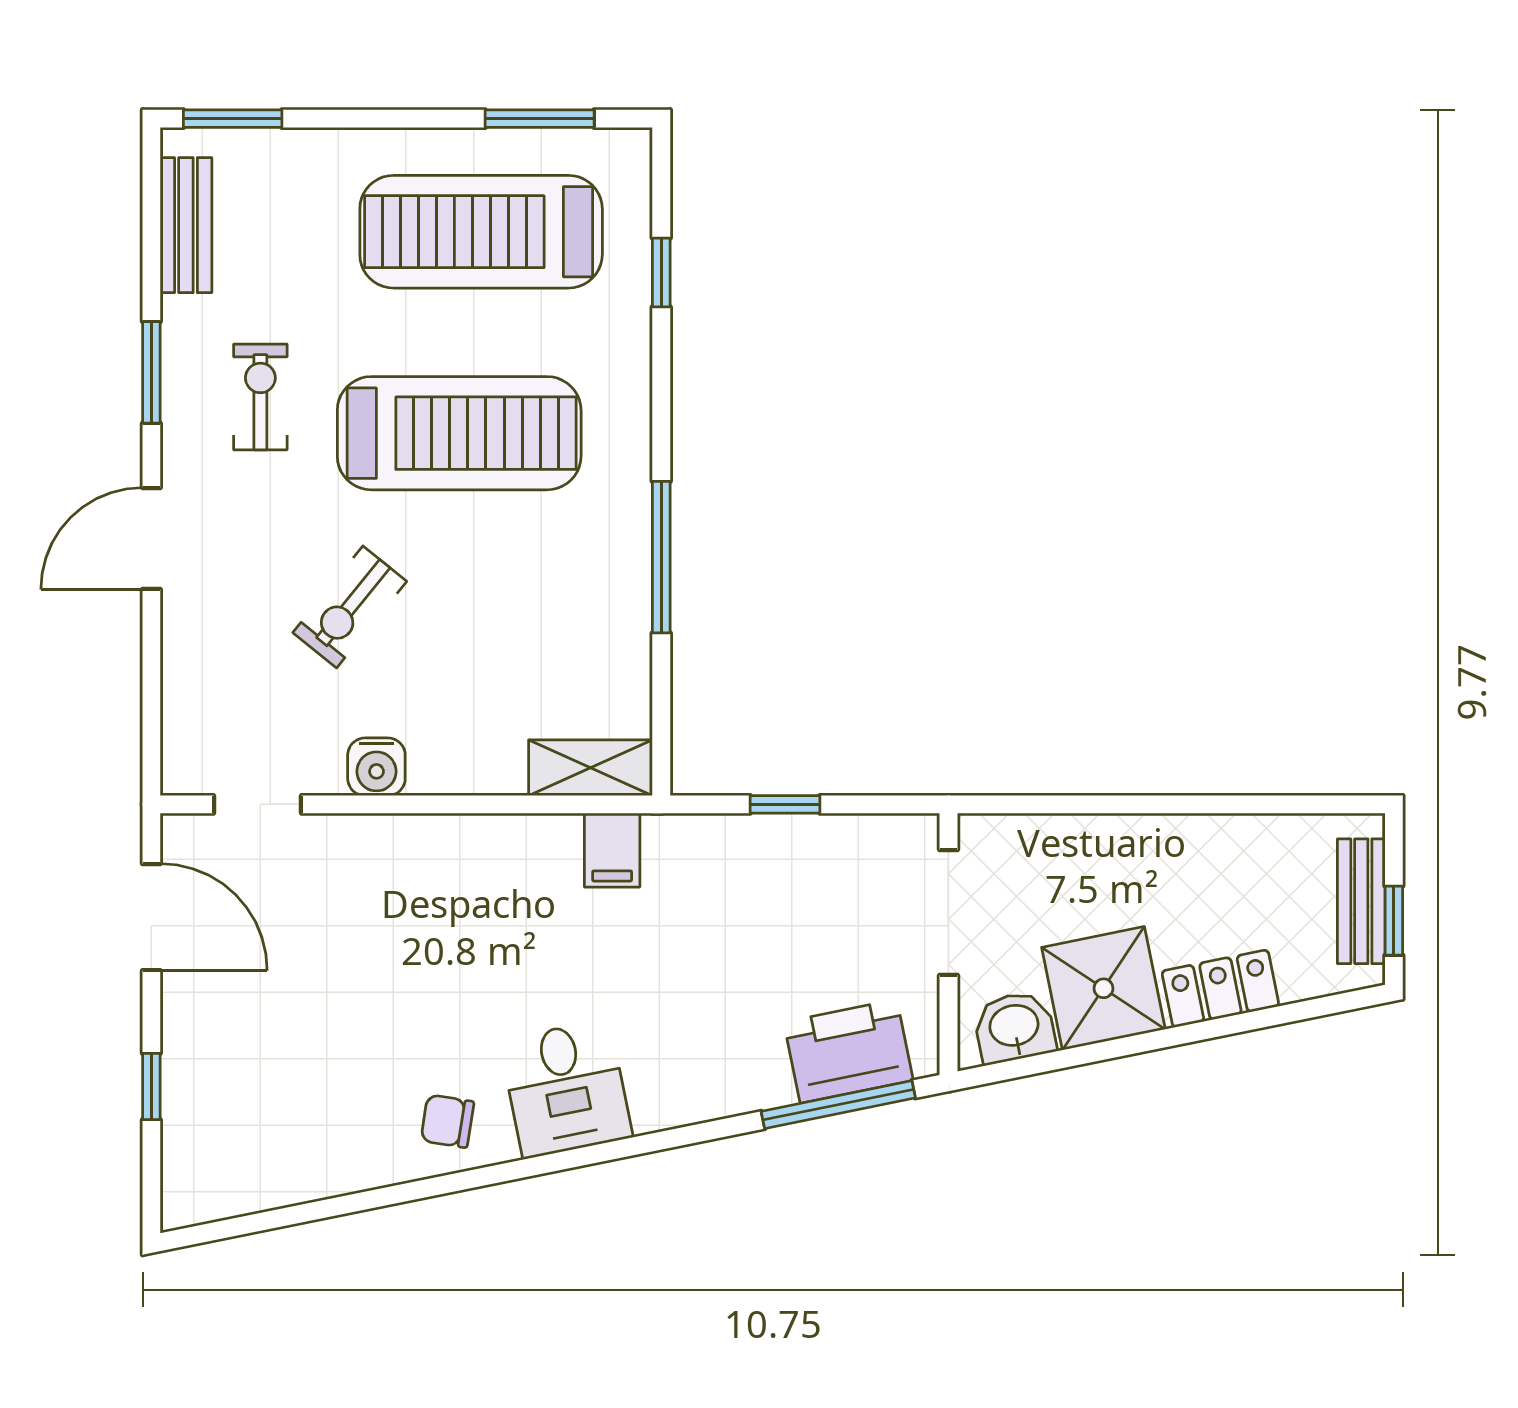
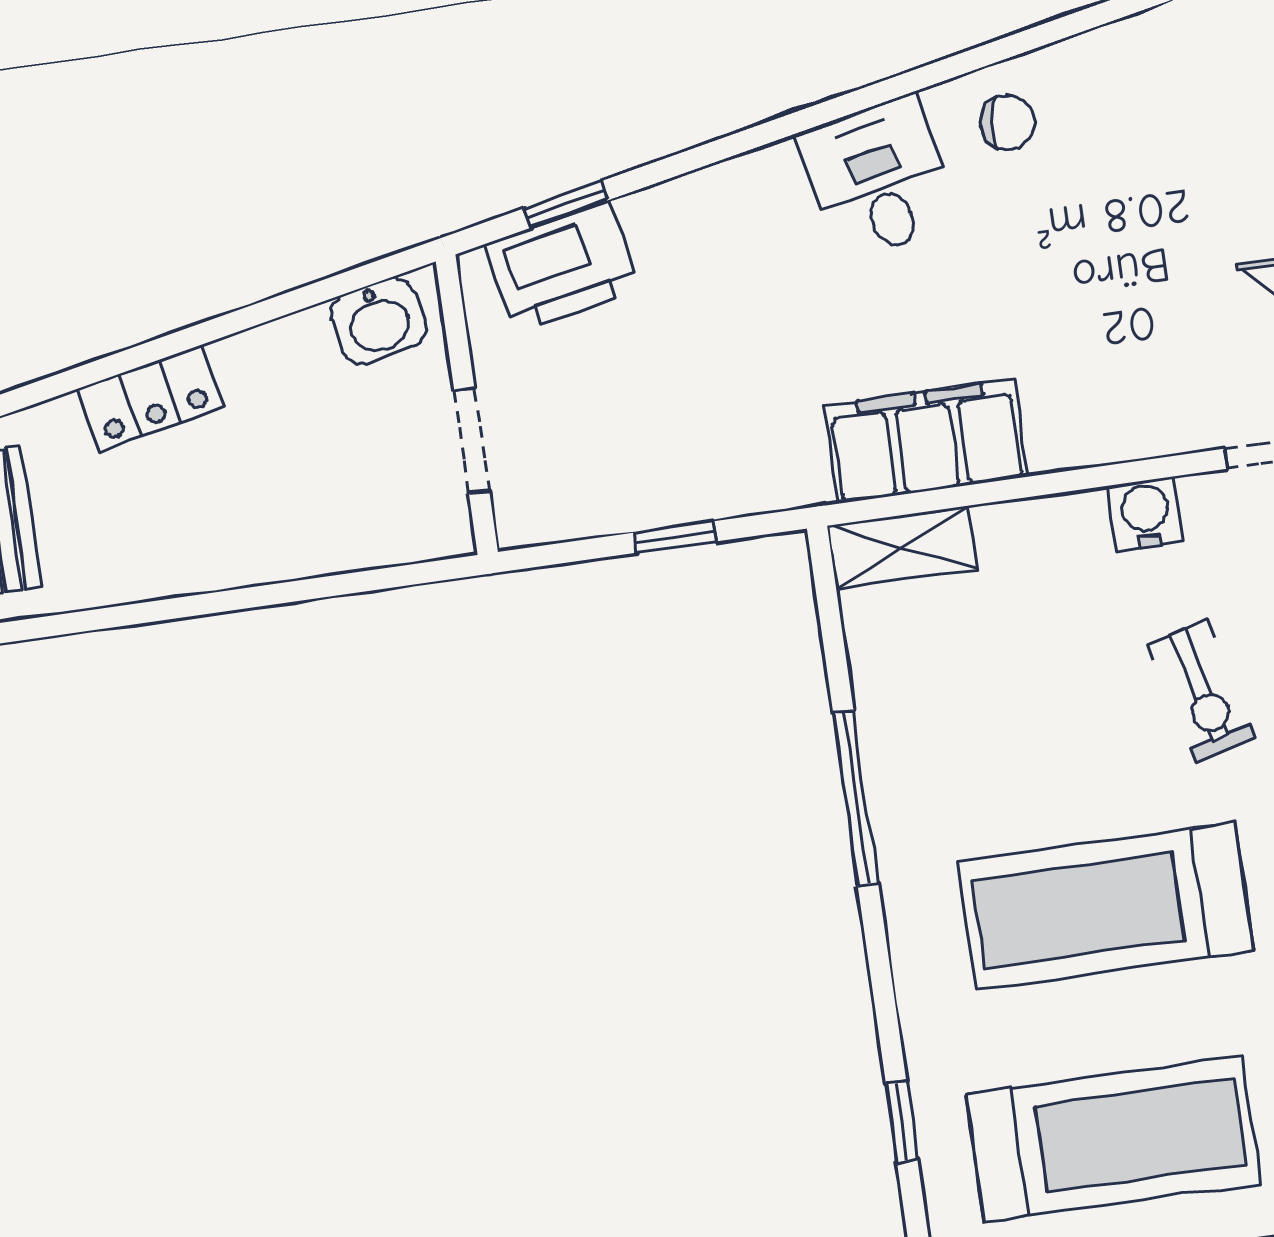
exercise bike: (350, 607) -> (1202, 691), turned 127
filing cabinet: (612, 850) -> (926, 441), width x3.00, depth x1.17
doorway: (948, 912) -> (472, 441), width x0.73
shower: (1103, 988) -> (283, 380), removed
window: (838, 1105) -> (566, 204), width x0.46

